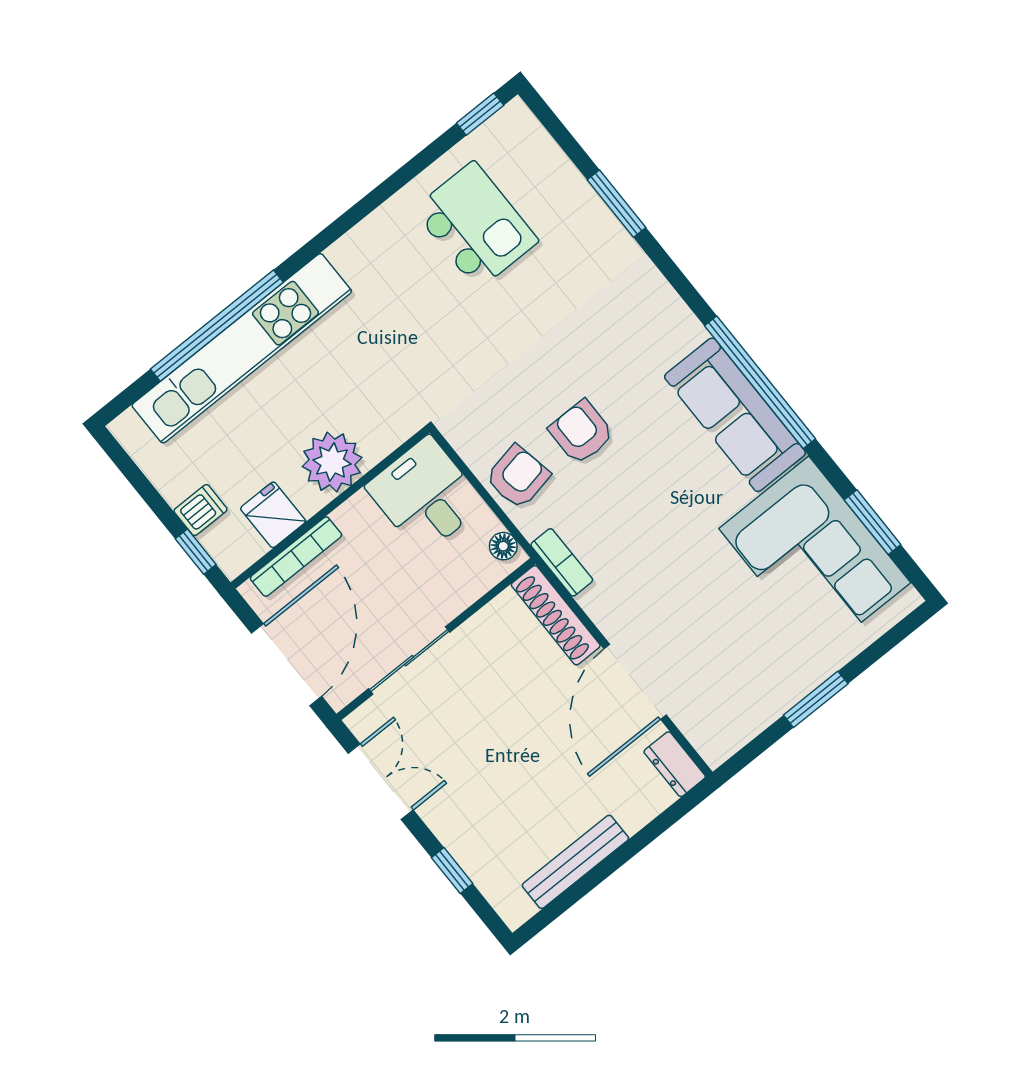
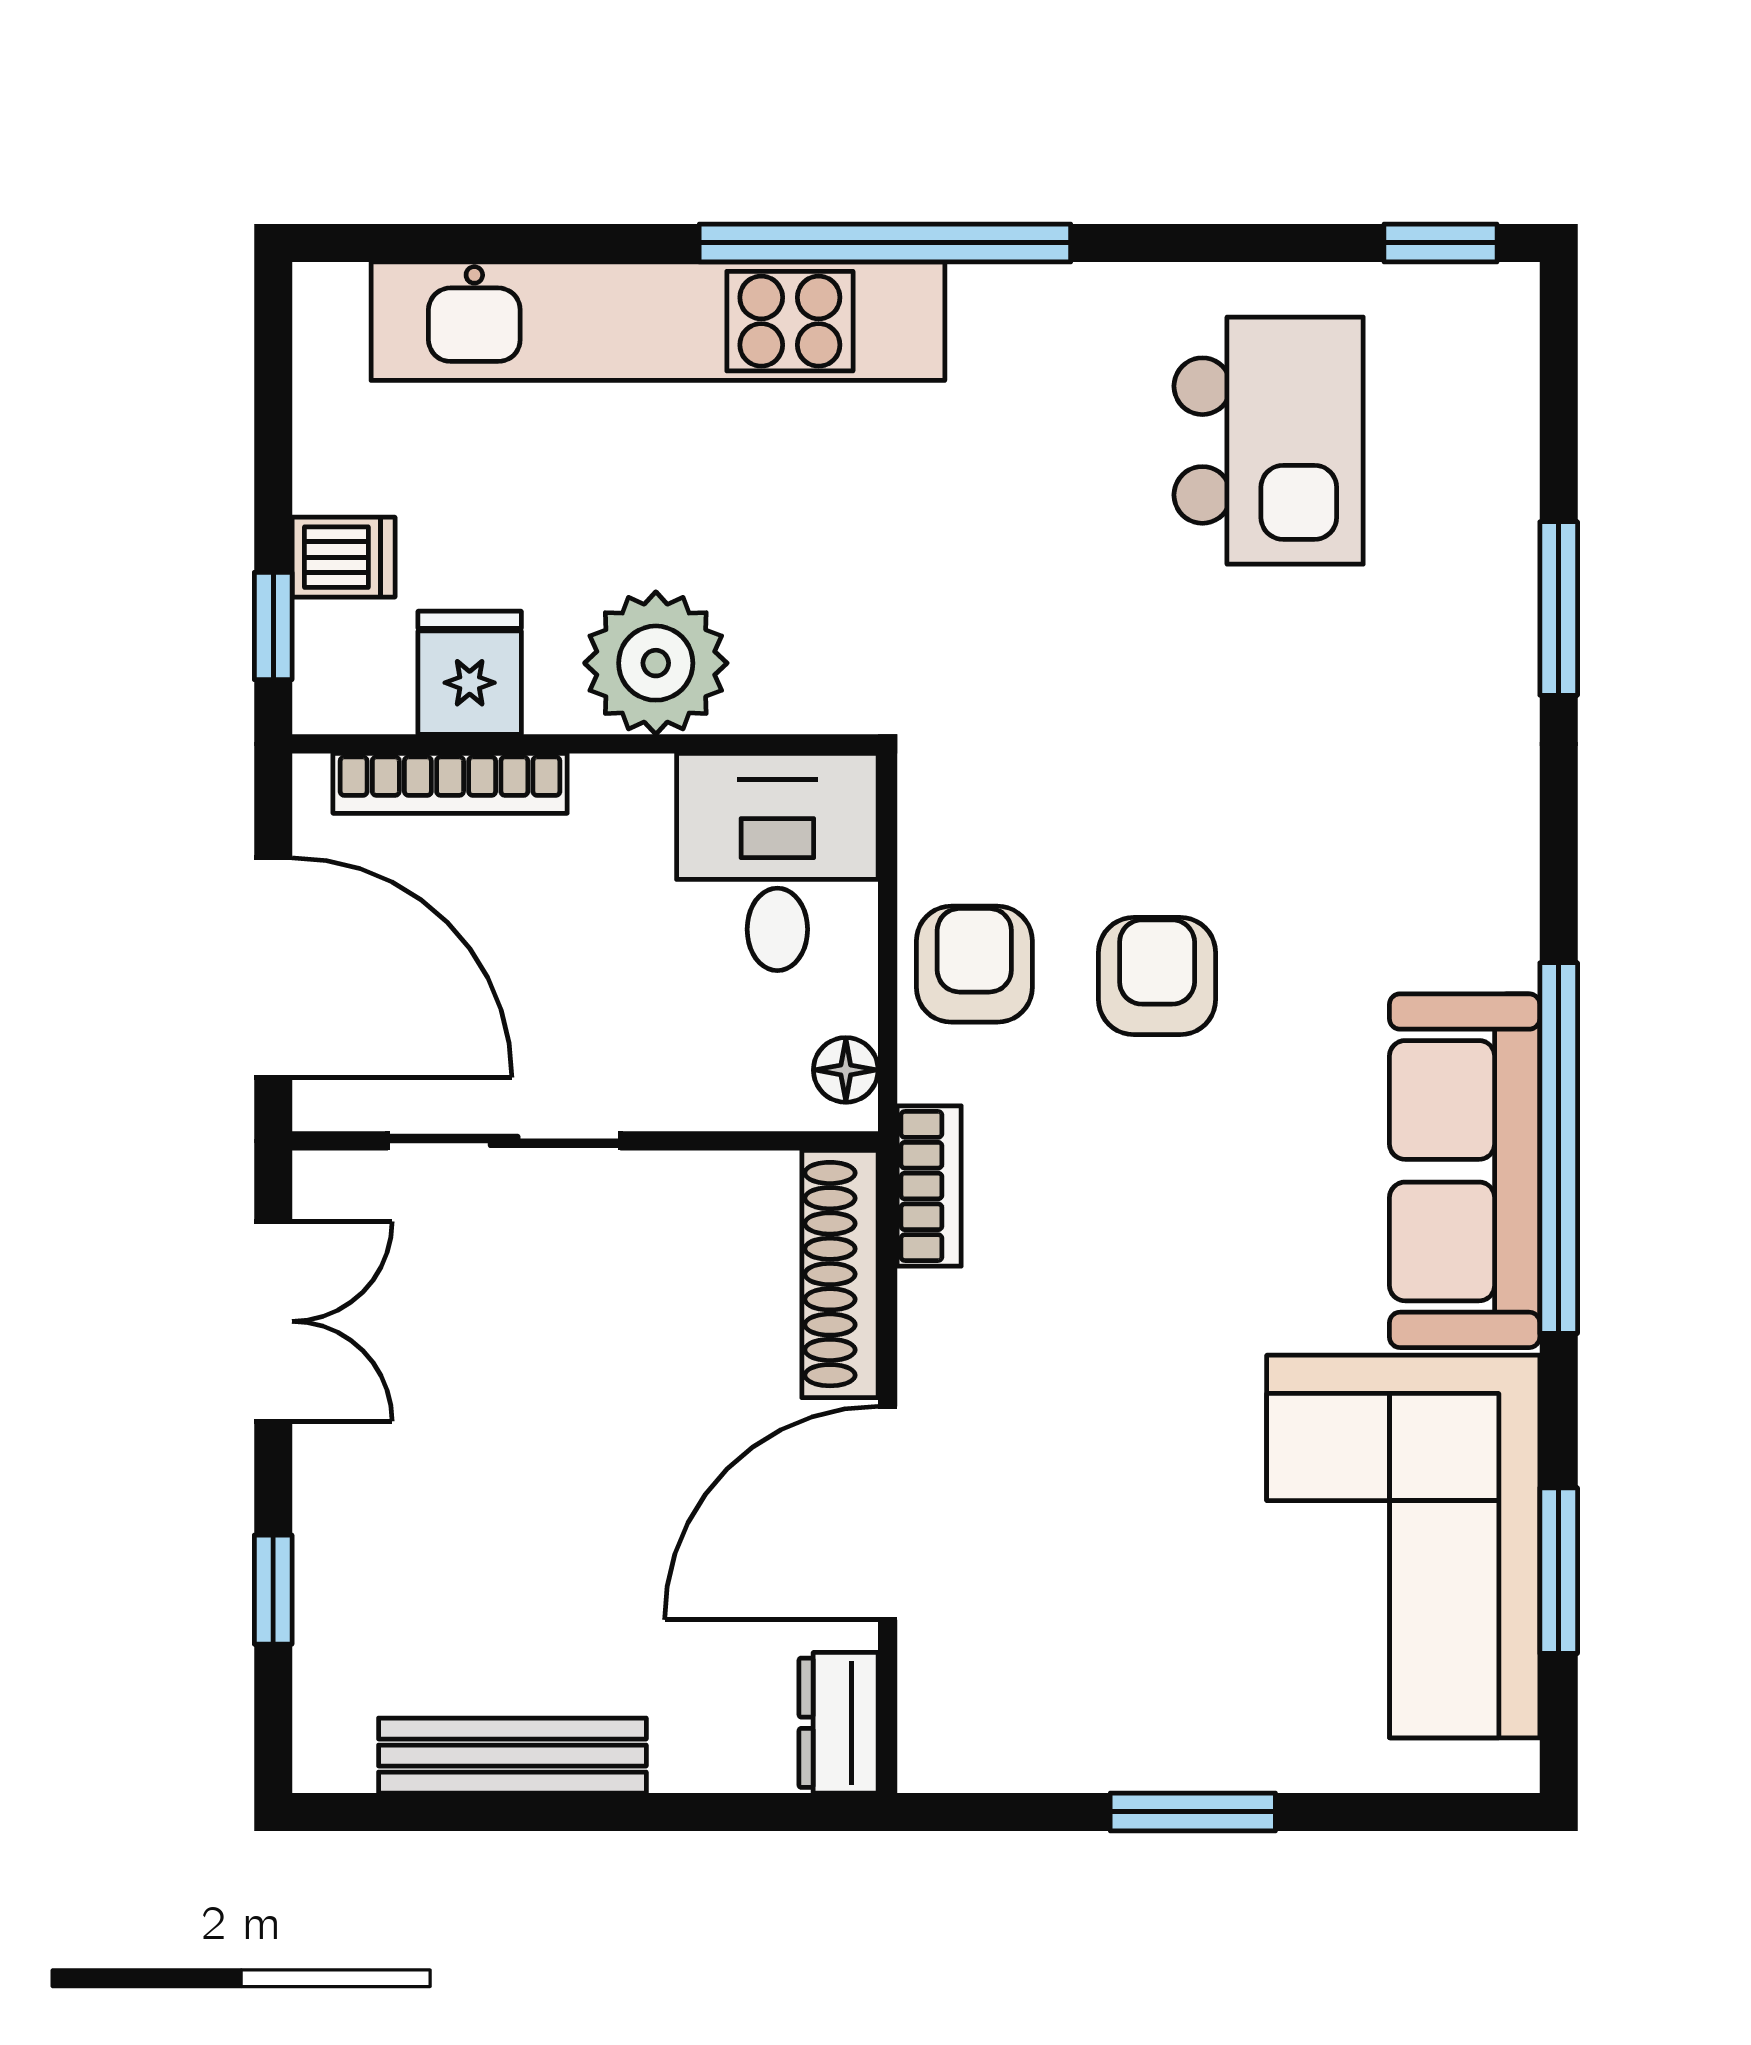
window: (217, 326) -> (885, 243), moved
armchair: (518, 477) -> (974, 964), turned -79
door: (287, 665) -> (273, 968), hinge flipped

